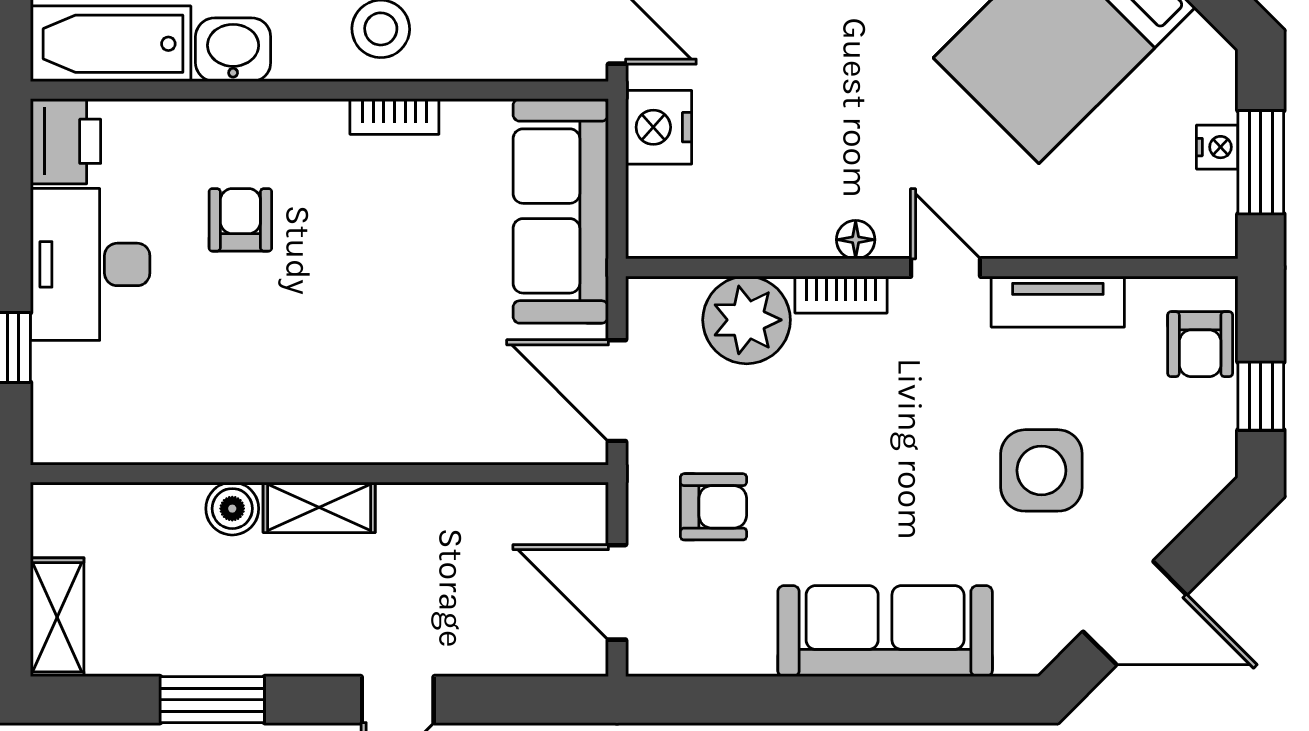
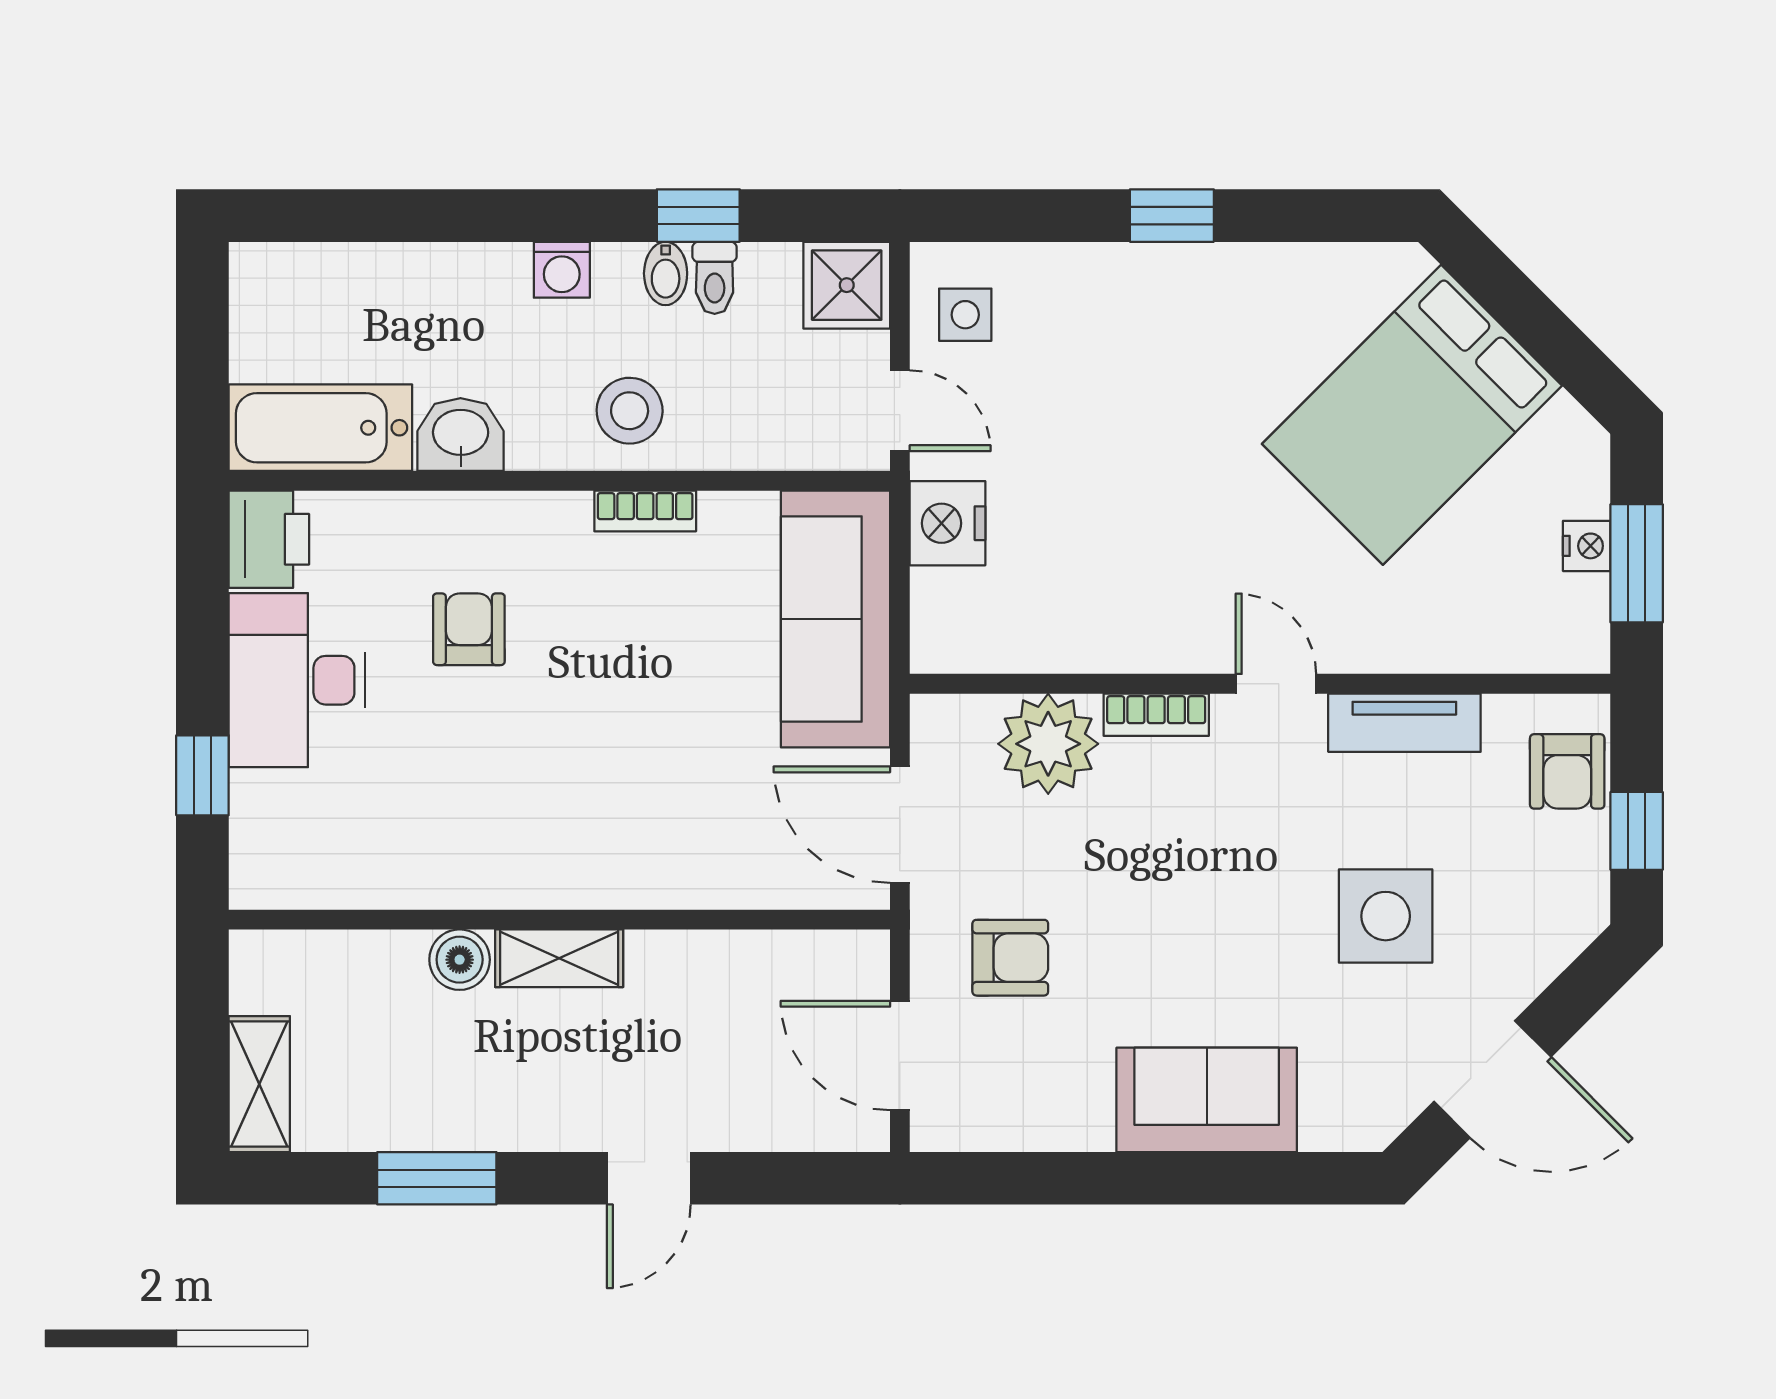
floor lamp: (856, 240) -> (1173, 652), removed
sofa: (885, 631) -> (1207, 1100), width x0.73

